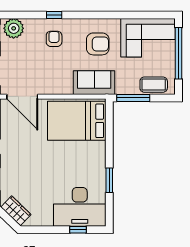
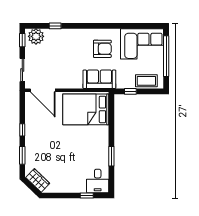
window: (54, 15) -> (55, 26), moved
armchair: (54, 39) -> (68, 45), removed
window: (133, 98) -> (130, 91), width x0.46
desk: (80, 207) -> (98, 181), width x0.53, depth x0.77

